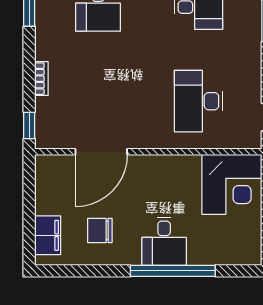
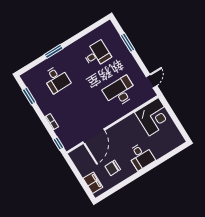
desk: (198, 101) -> (120, 92), turned 90
window: (173, 271) -> (152, 166), removed

